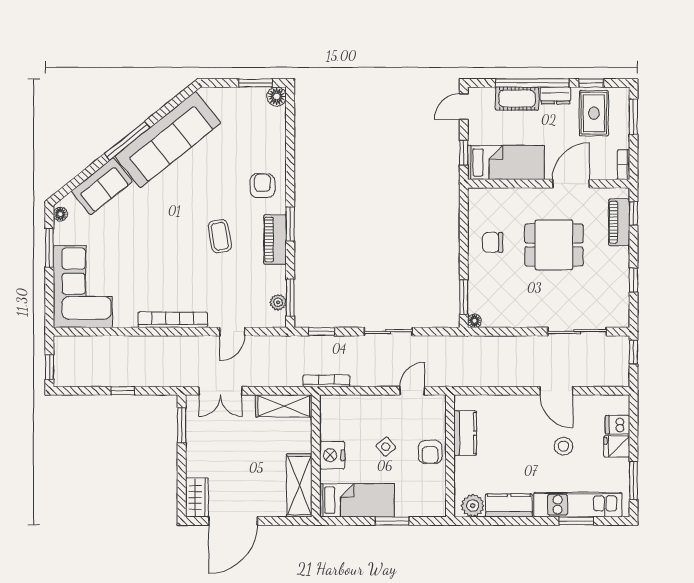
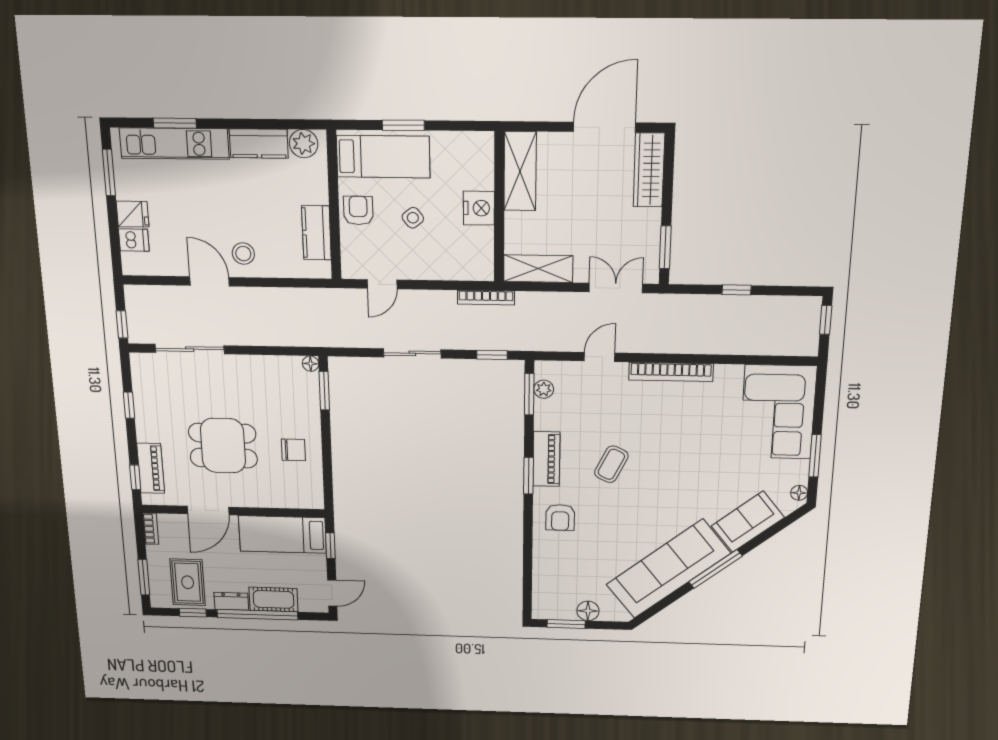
floor lamp: (277, 97) -> (588, 611), moved
coffee table: (220, 236) -> (611, 464), turned 36
stool: (563, 446) -> (243, 254), moved
wardrobe: (197, 497) -> (649, 170), width x1.50
bed: (357, 500) -> (383, 157), moved, turned 180

